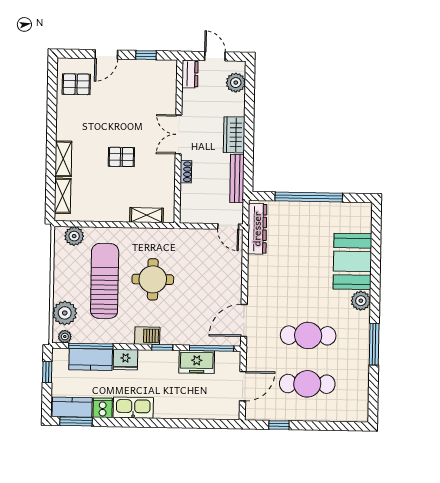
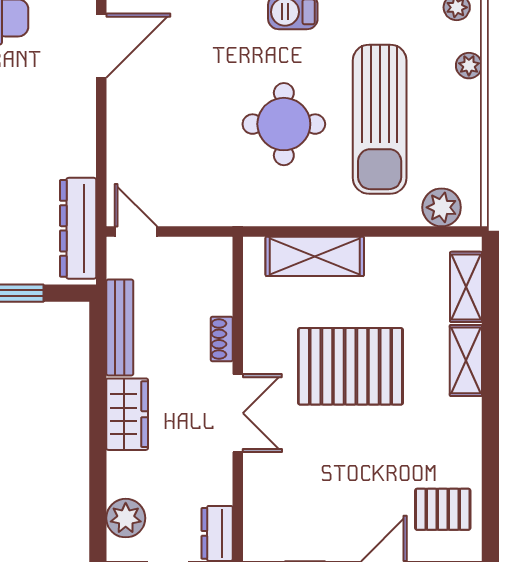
pallet: (121, 157) -> (350, 366), width x2.05, depth x2.00
shelving: (147, 215) -> (315, 256), width x1.50, depth x1.33
plant: (65, 313) -> (469, 66), width x0.53, depth x0.53

